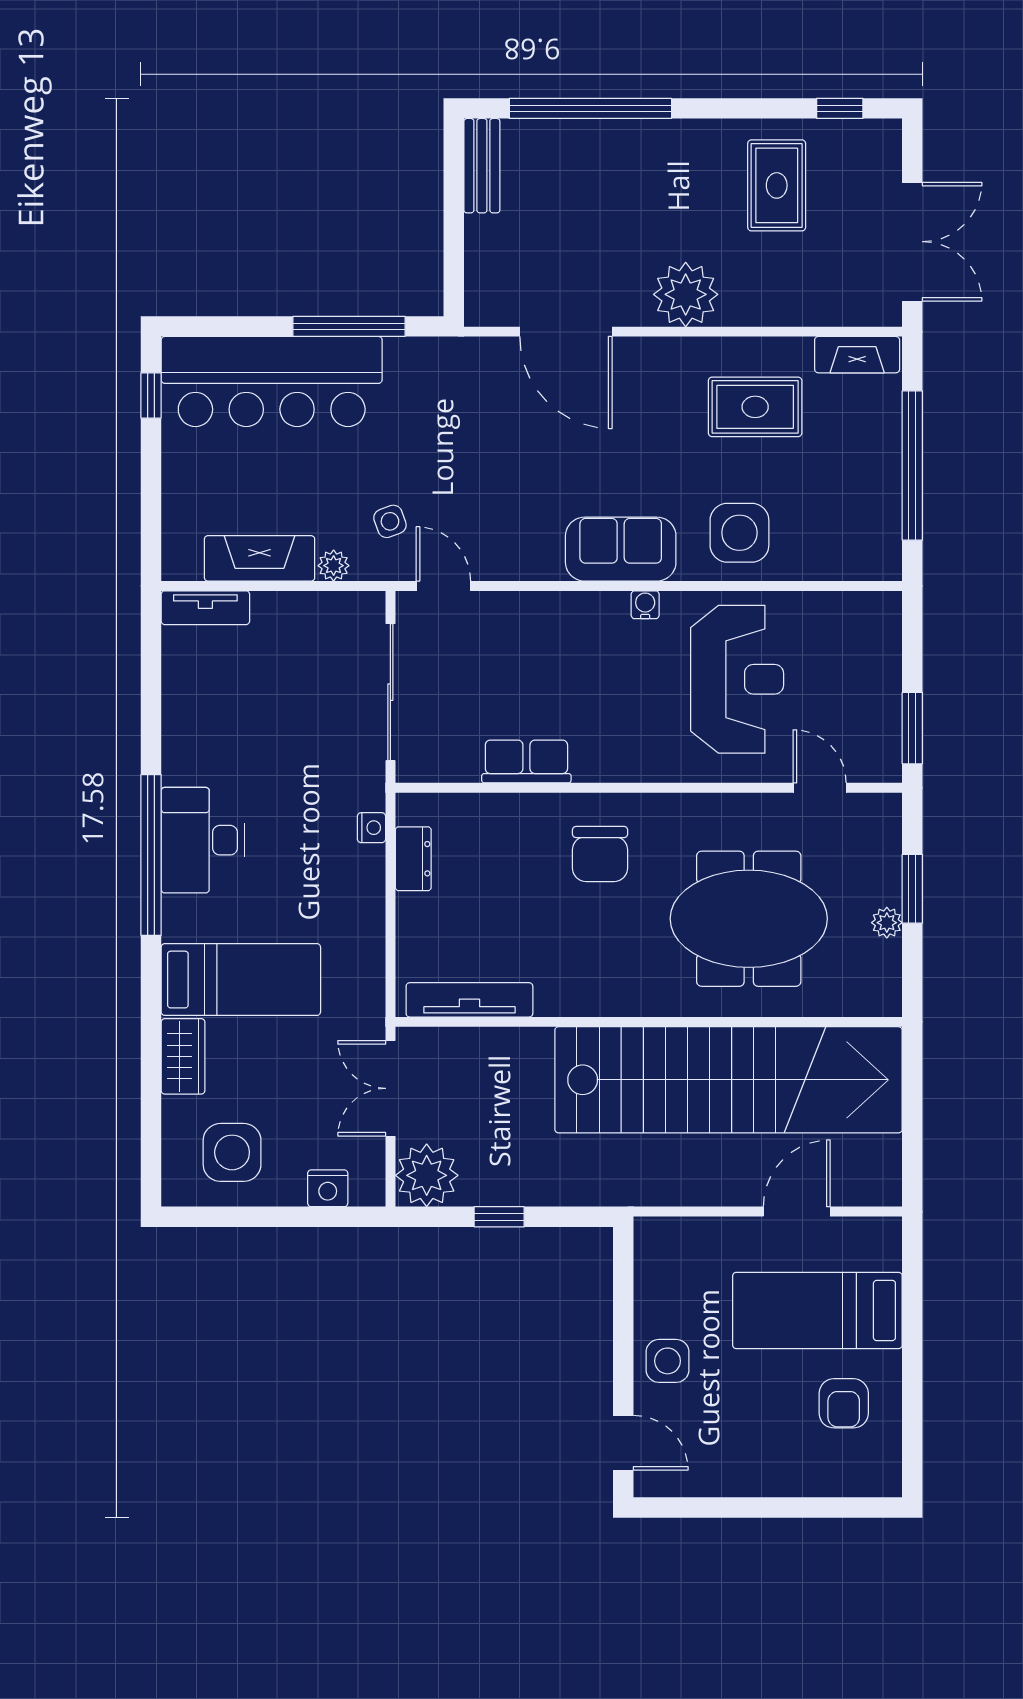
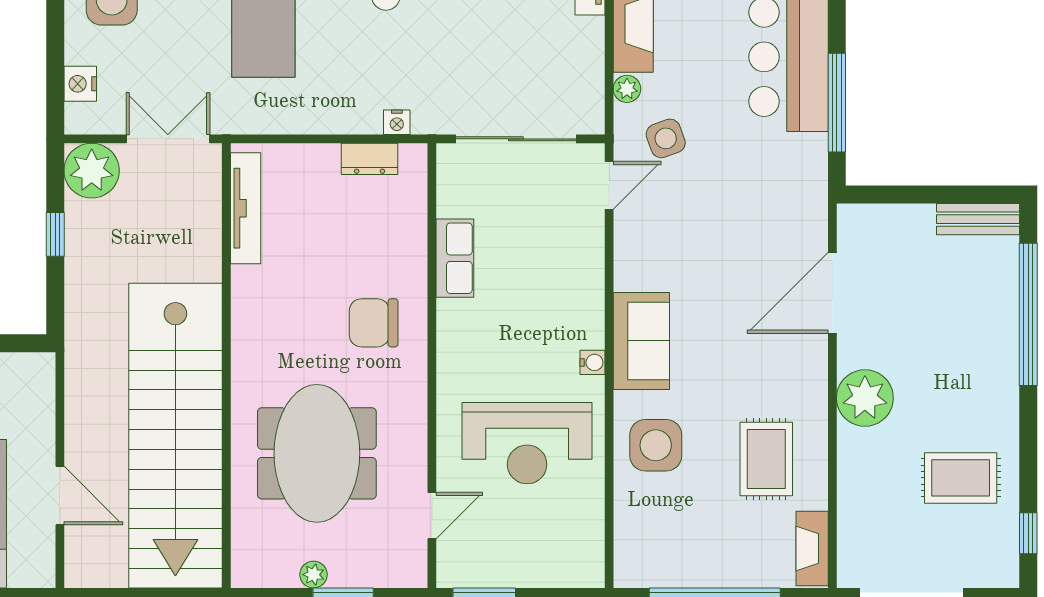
side table: (390, 521) -> (666, 138), width x1.37, depth x1.37

